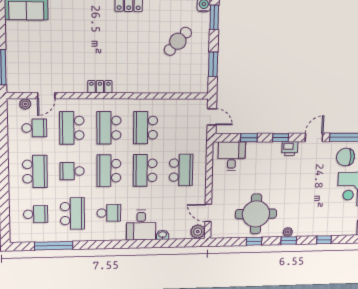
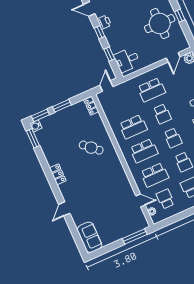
cafe table: (178, 41) -> (91, 148), moved
window: (213, 64) -> (62, 106), moved
locker: (100, 87) -> (91, 106), moved
school desk: (145, 170) -> (162, 114), width x0.54
school desk: (181, 170) -> (151, 90), turned 180
school desk: (109, 171) -> (173, 138), width x0.54

